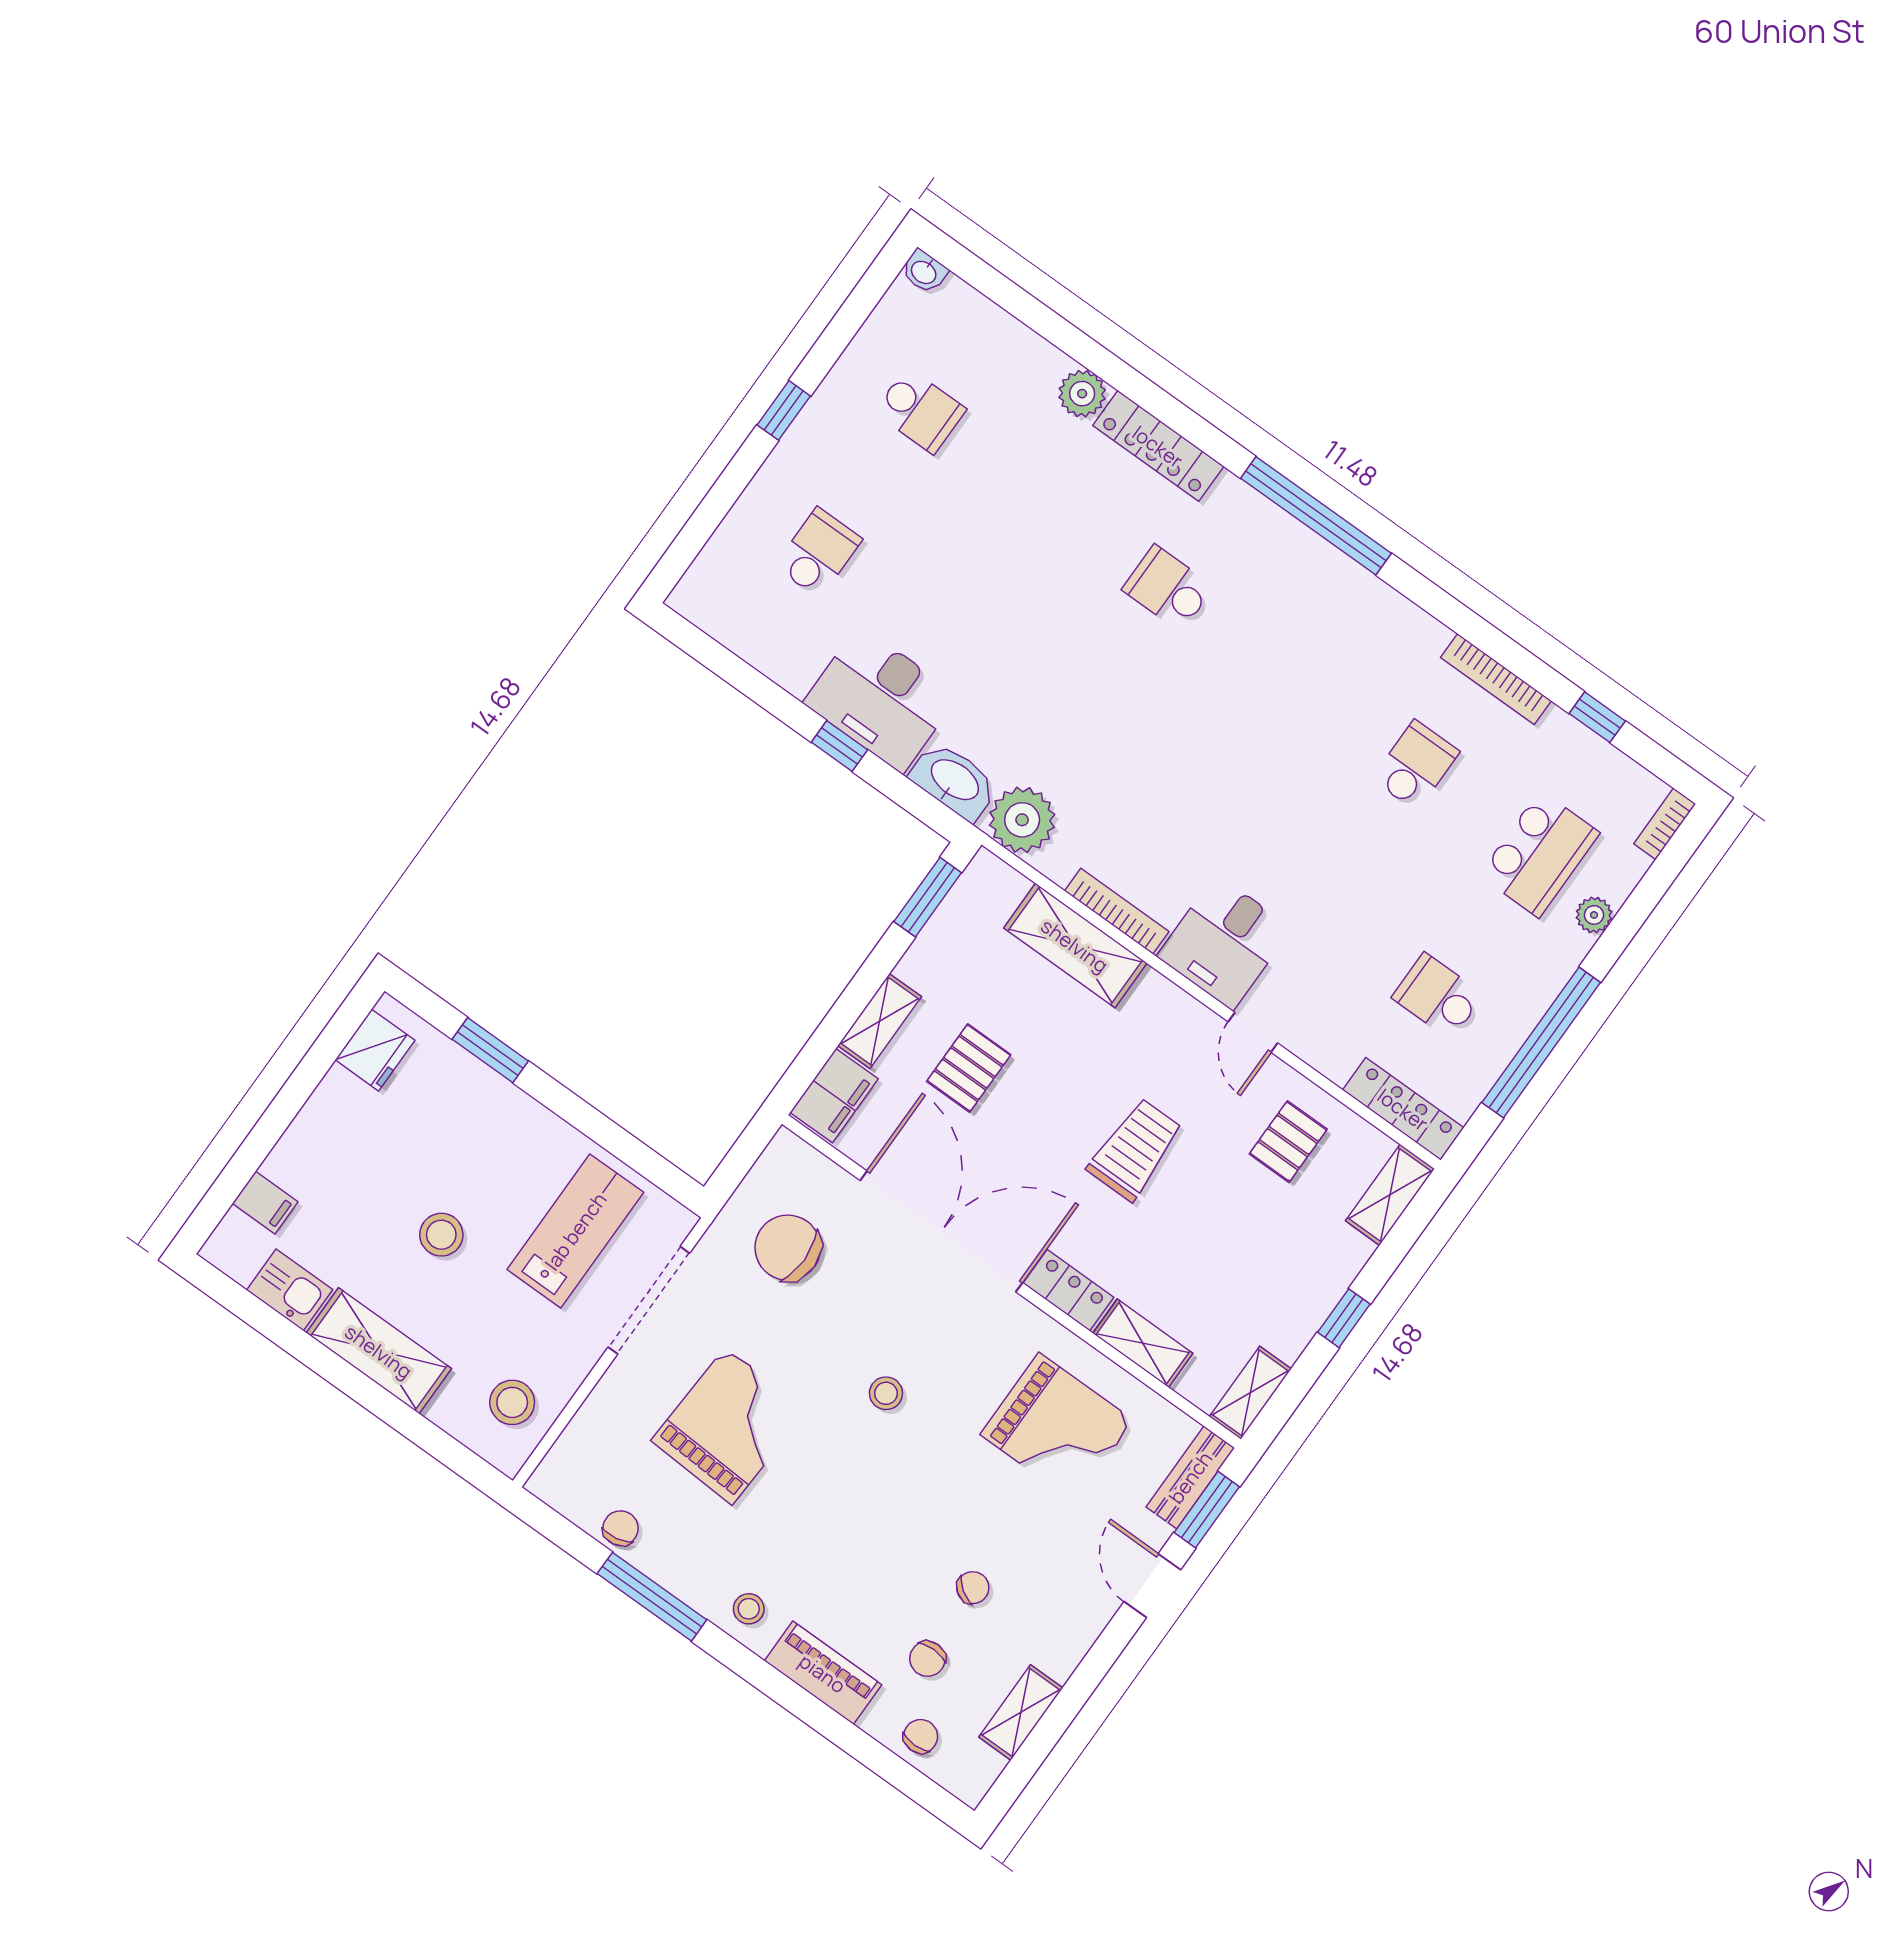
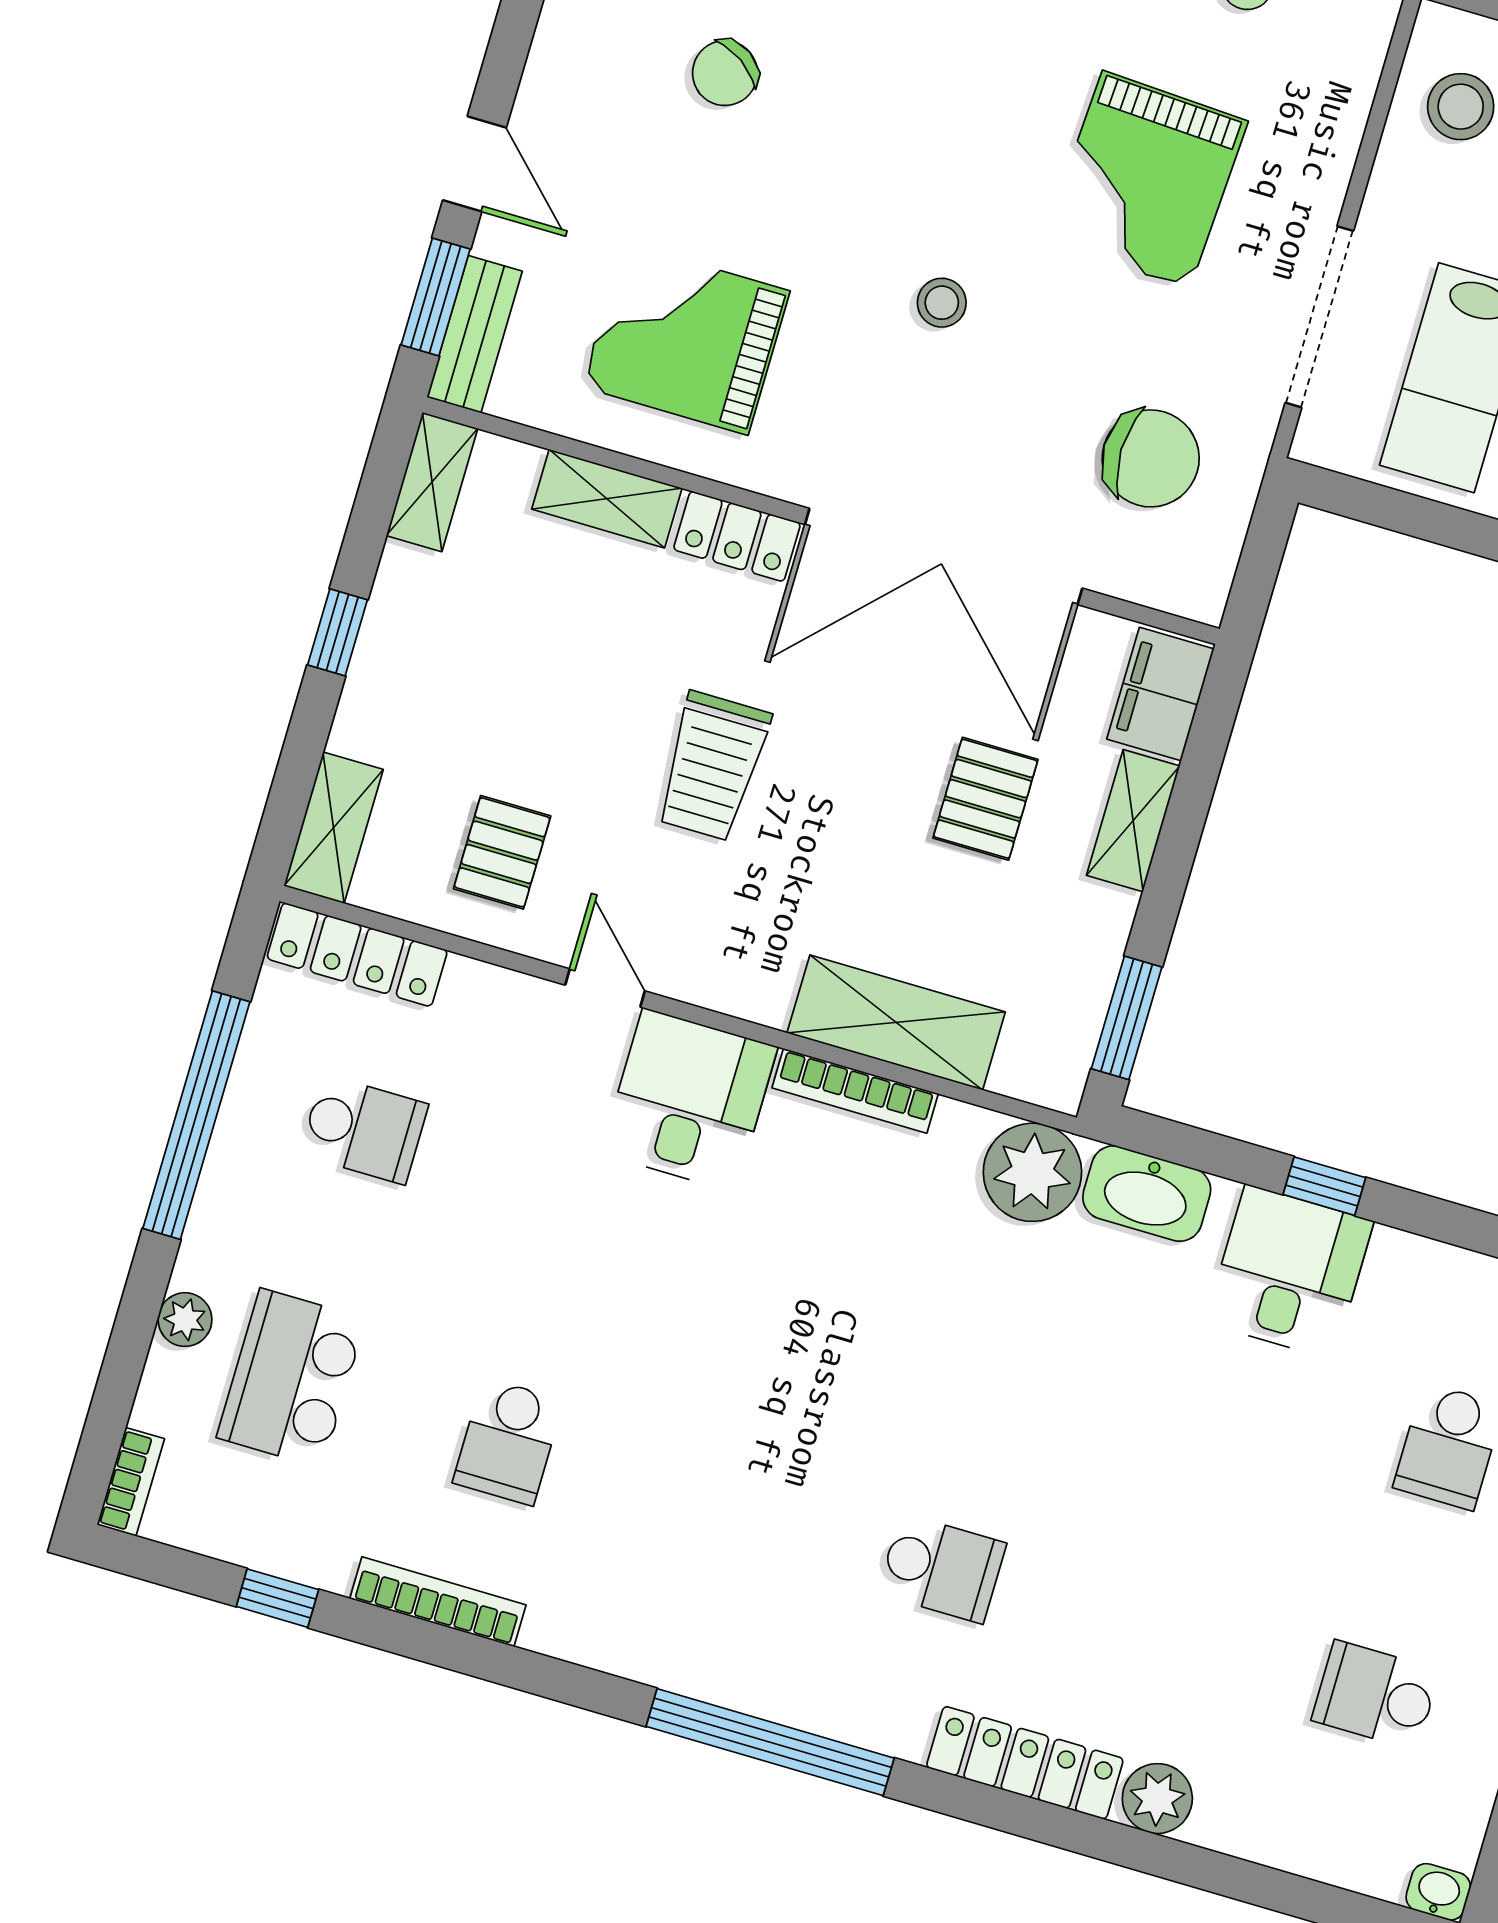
desk: (881, 699) -> (1289, 1272), width x0.73
chair: (973, 1588) -> (725, 73), width x1.37, depth x1.37

